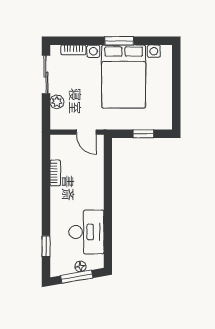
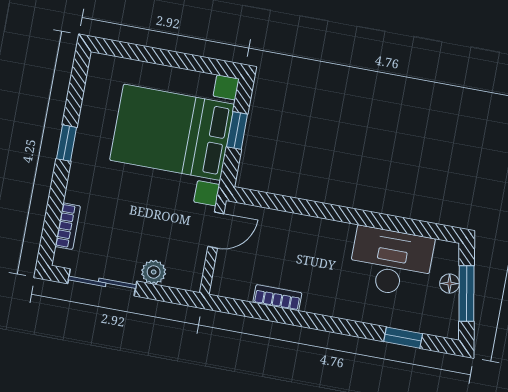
window: (119, 41) -> (66, 143), width x0.67
bed with nightstands: (124, 77) -> (172, 132), moved, turned 180

